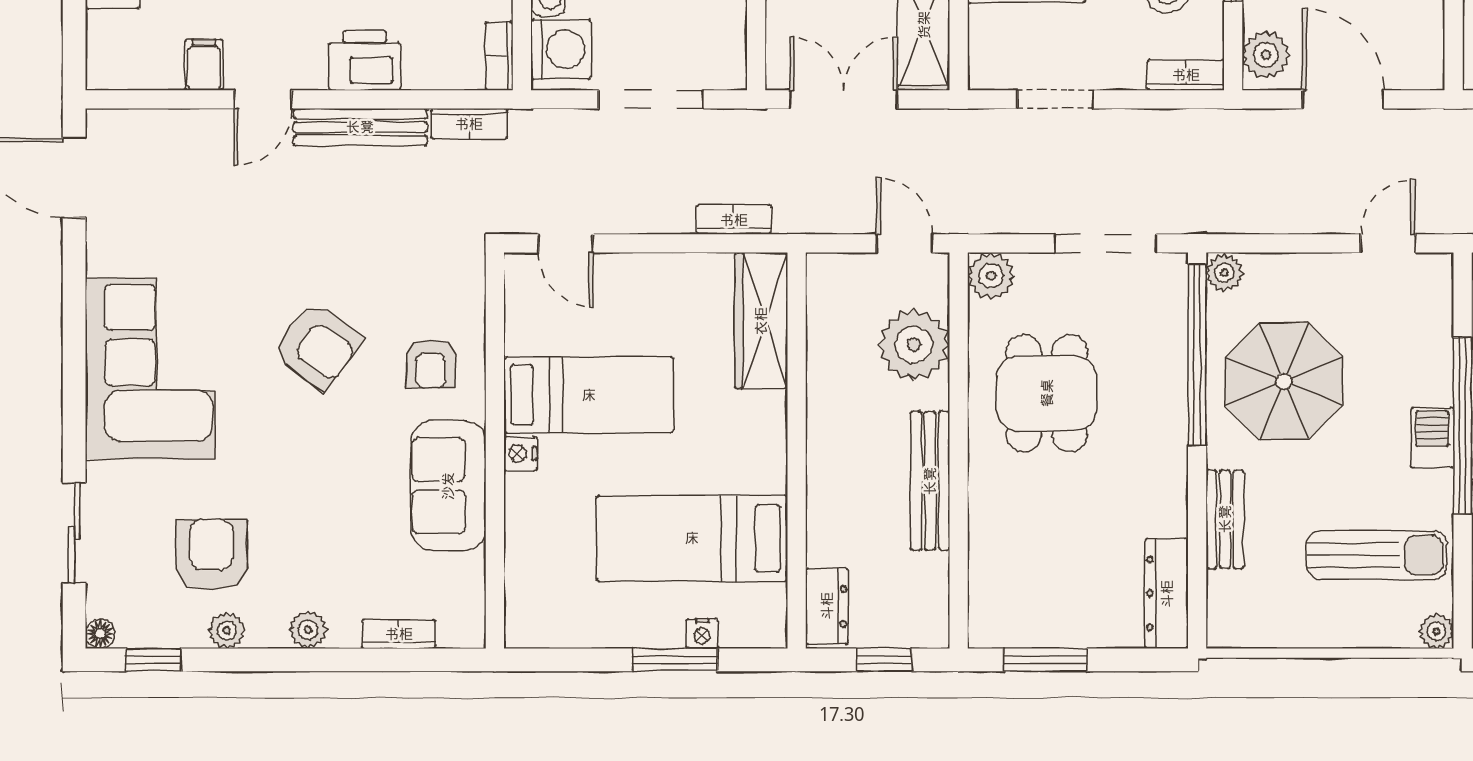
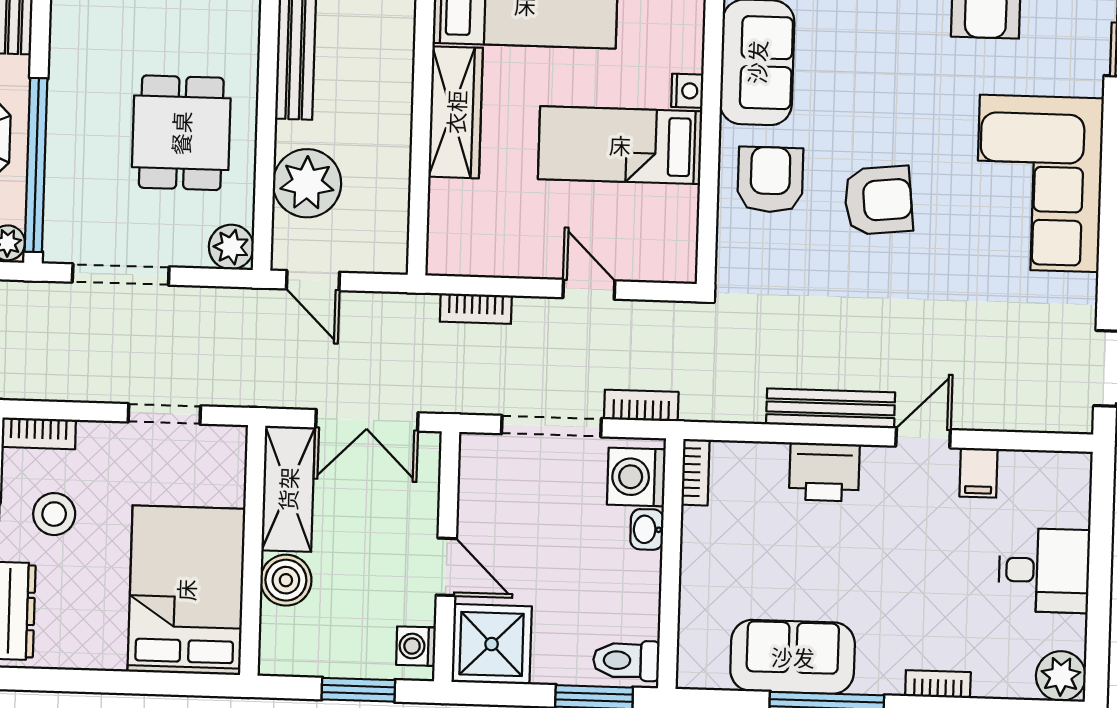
bookcase: (469, 124) -> (641, 406), moved
door: (566, 243) -> (589, 289), moved
wardrobe: (761, 321) -> (456, 112), moved
armchair: (317, 346) -> (878, 200), turned 137
armchair: (431, 364) -> (770, 180), width x1.38, depth x1.38

